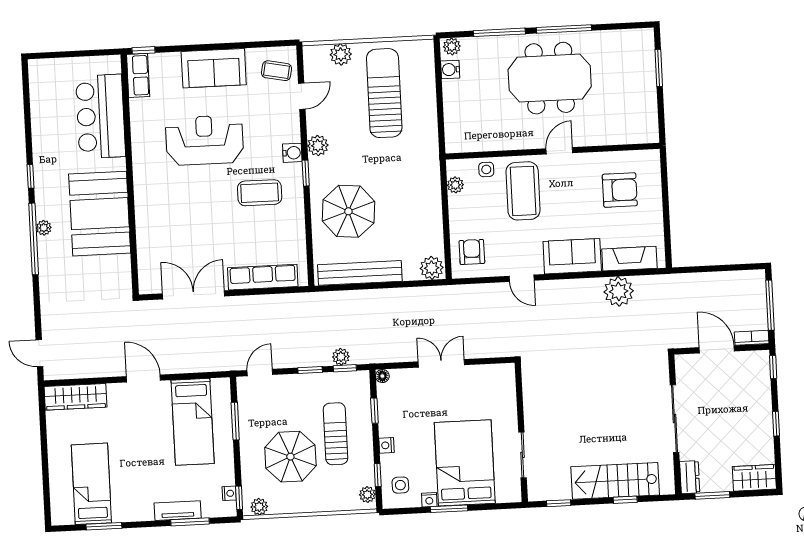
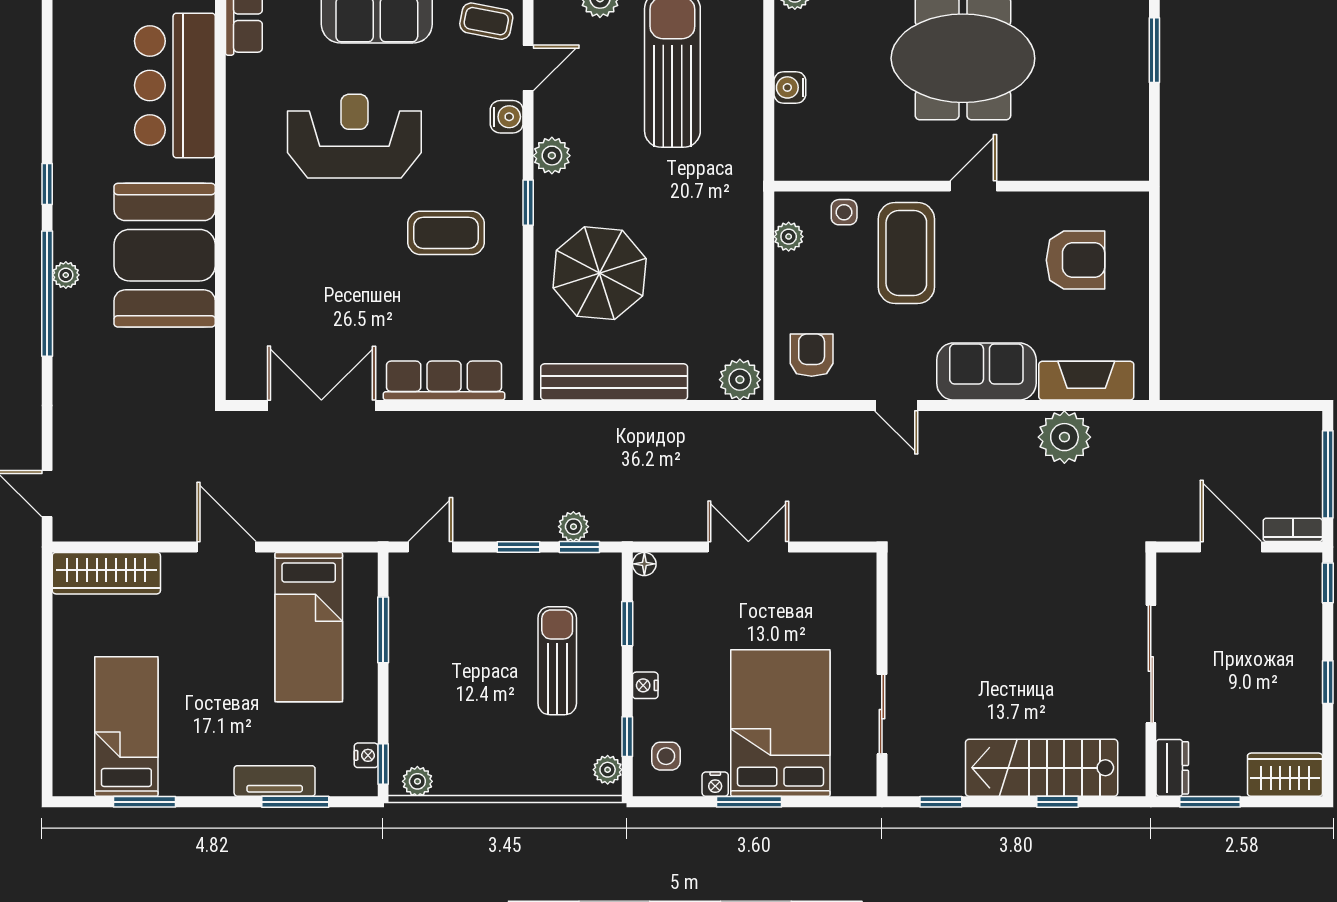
water cooler: (450, 69) -> (790, 87), moved
water cooler: (292, 153) -> (507, 117), moved
parasol: (290, 457) -> (476, 697), removed

